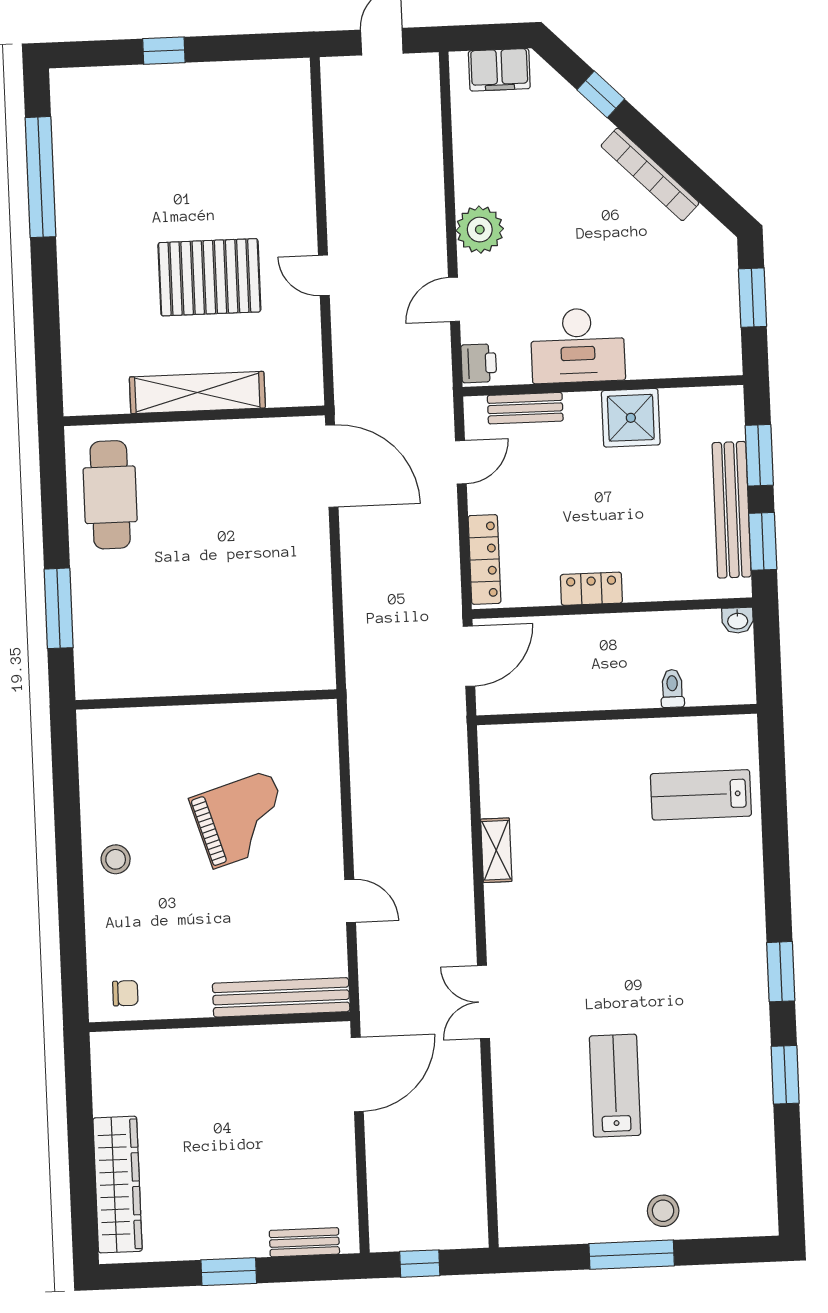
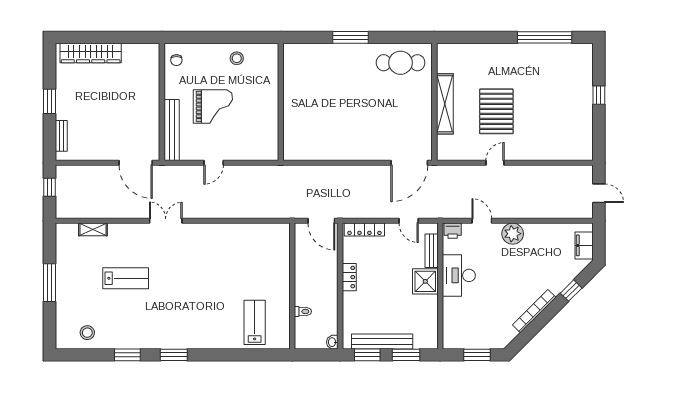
shower: (631, 418) -> (425, 281), moved
wall: (206, 699) -> (281, 102), moved
grand piano: (242, 819) -> (213, 106), moved, turned -73
shelving: (496, 850) -> (93, 229), moved
stool: (663, 1211) -> (87, 333), moved

